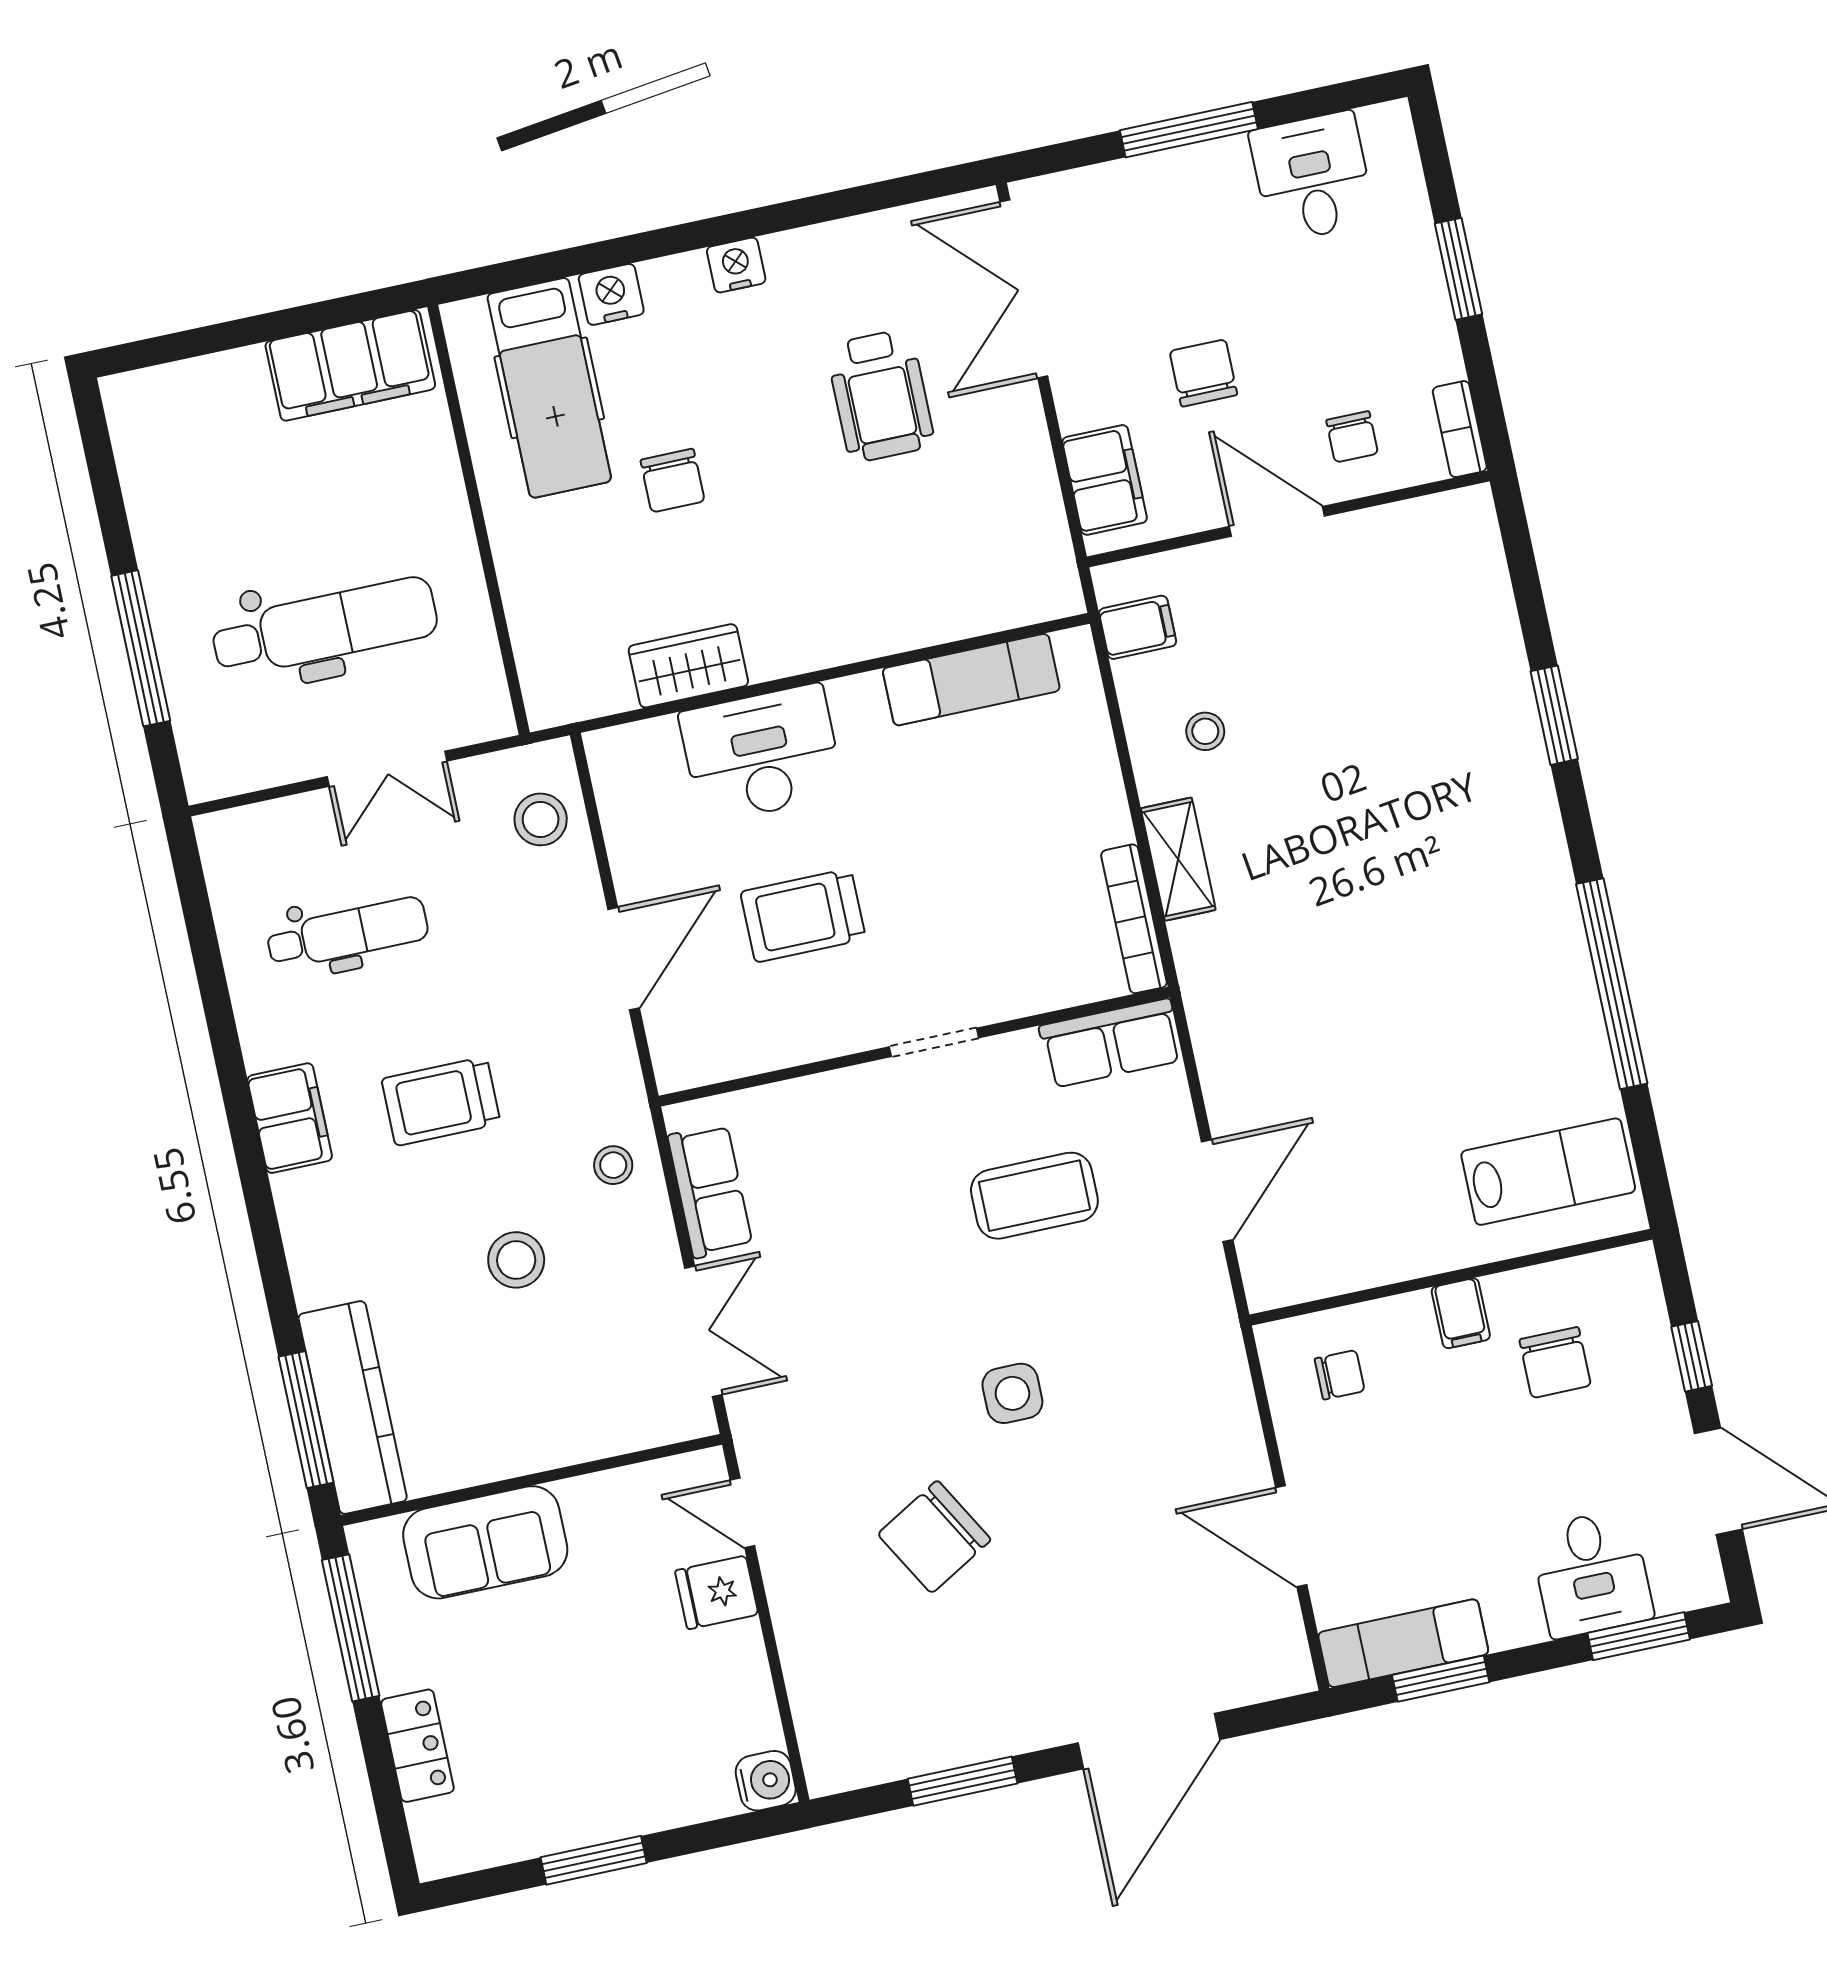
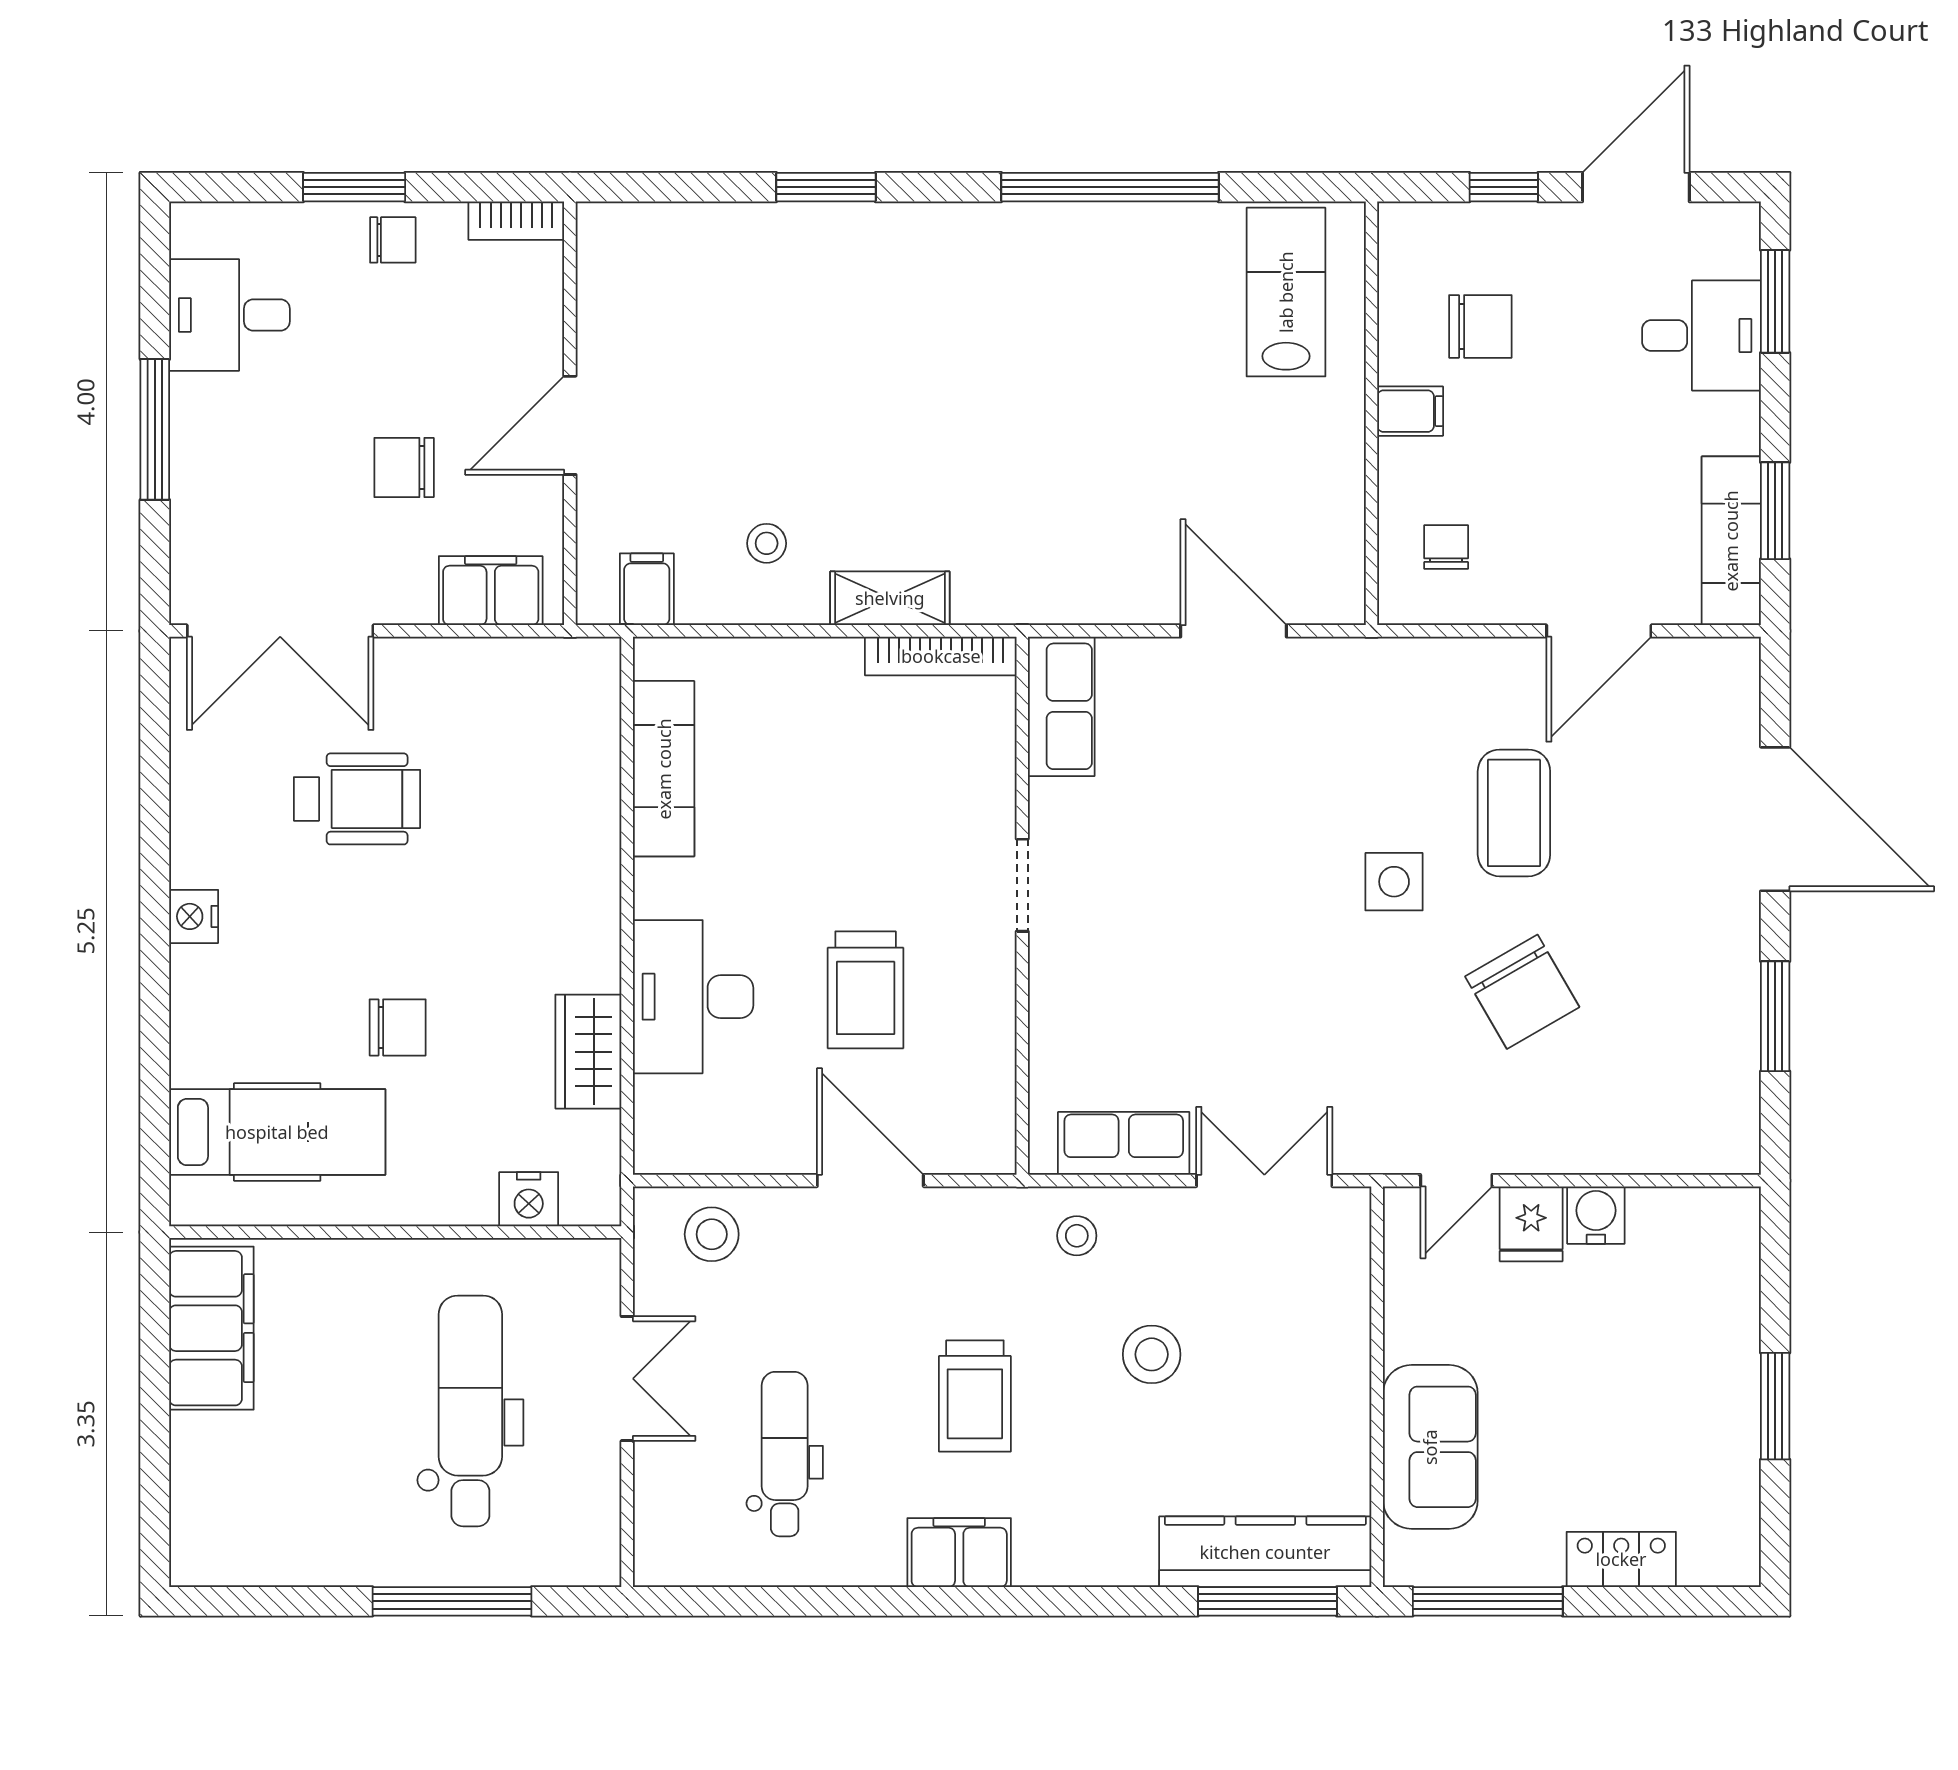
nightstand: (611, 294) -> (529, 1199), moved, turned -90
chair: (1352, 437) -> (393, 240), moved
coffee table: (1034, 1196) -> (1514, 813), moved
water cooler: (766, 1781) -> (1596, 1215), moved

